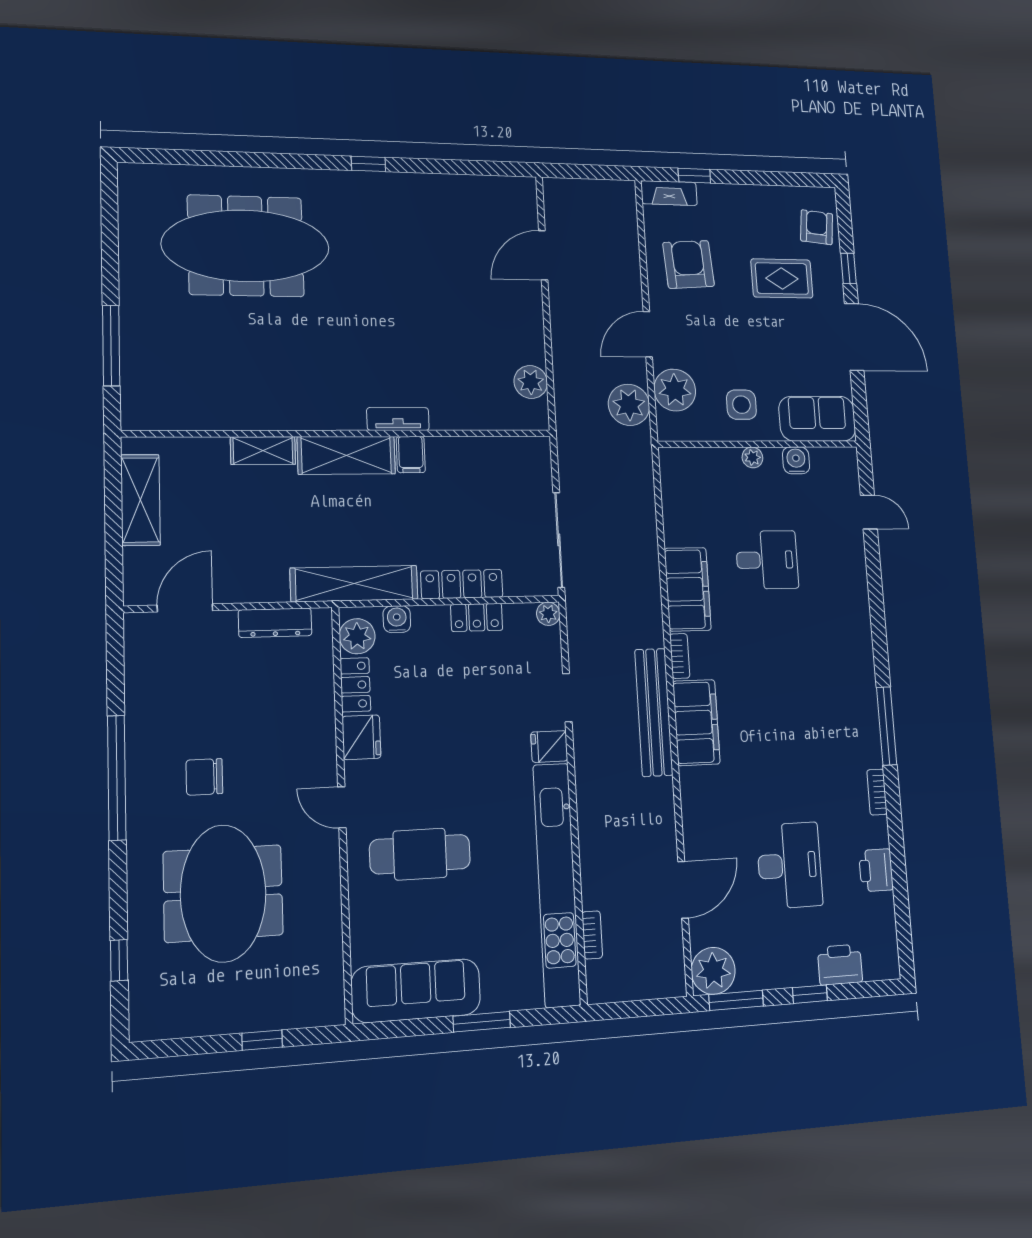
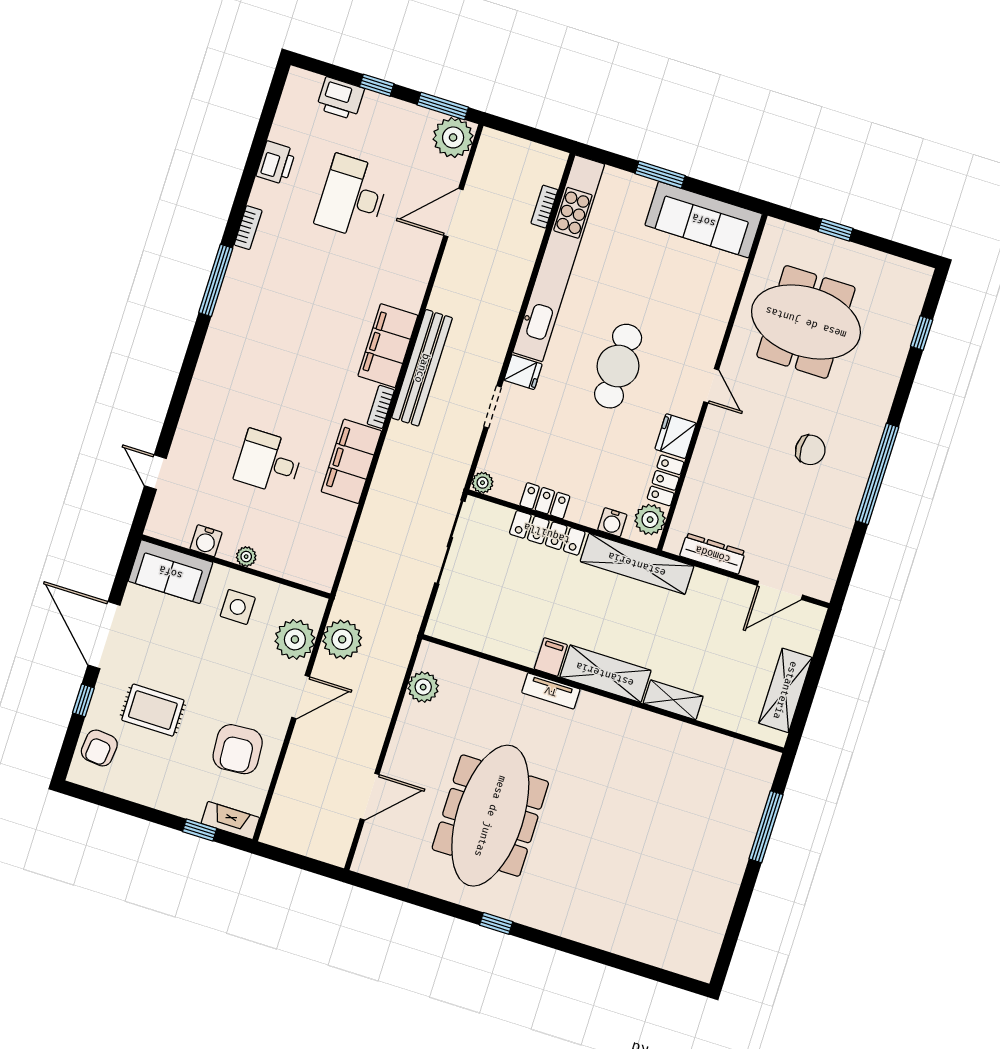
meeting table: (246, 246) -> (490, 816), moved, turned 90
cafe table: (420, 854) -> (618, 366), moved, turned 90
meeting table: (223, 893) -> (806, 322), moved, turned 90

